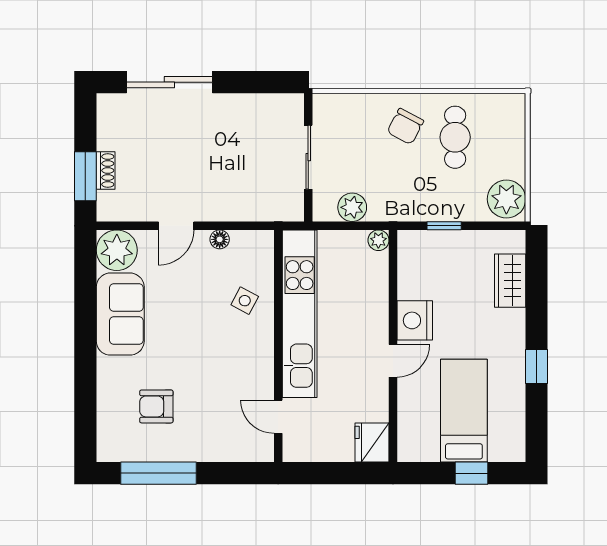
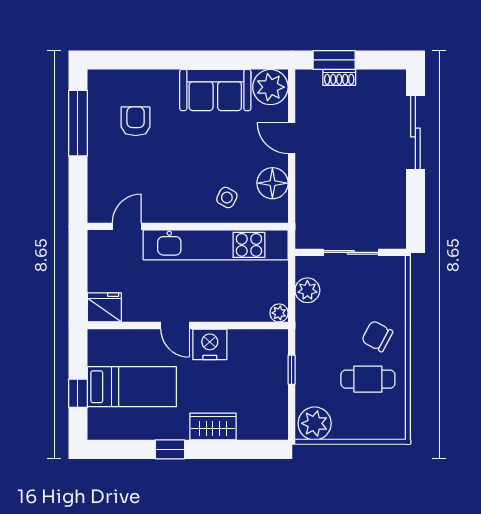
floor lamp: (220, 239) -> (272, 183), width x1.89, depth x1.89
wardrobe: (510, 281) -> (213, 427), moved

